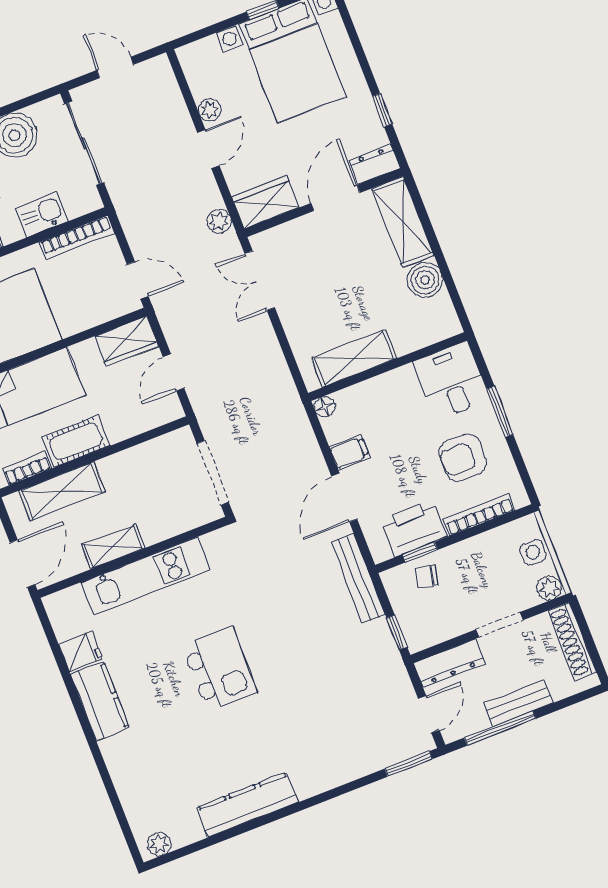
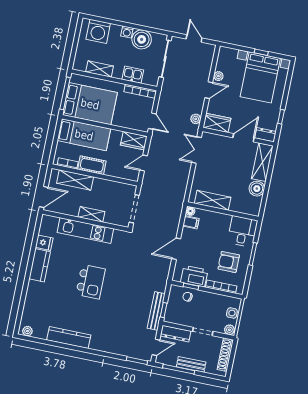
filing cabinet: (349, 452) -> (191, 222), moved
shelving: (113, 547) -> (91, 214), moved
bench: (358, 578) -> (156, 311), moved

